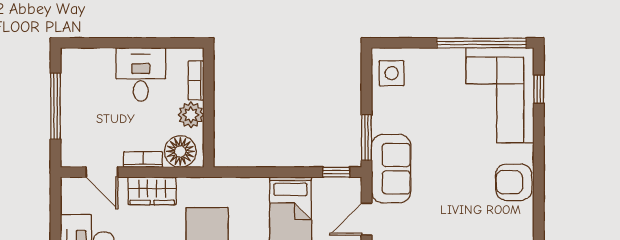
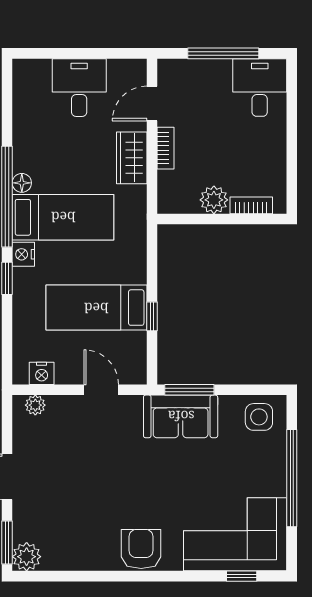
window: (481, 43) -> (292, 478), moved
desk: (141, 74) -> (260, 88), moved, turned -90
floor lamp: (180, 151) -> (174, 188), removed
sofa: (391, 169) -> (181, 416), moved
window: (336, 172) -> (152, 316), moved

